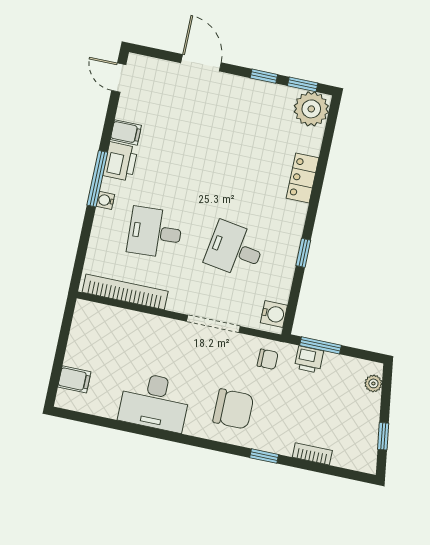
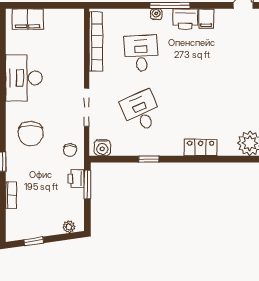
desk: (235, 249) -> (141, 111), turned -33
filing cabinet: (74, 379) -> (28, 19), width x2.00

